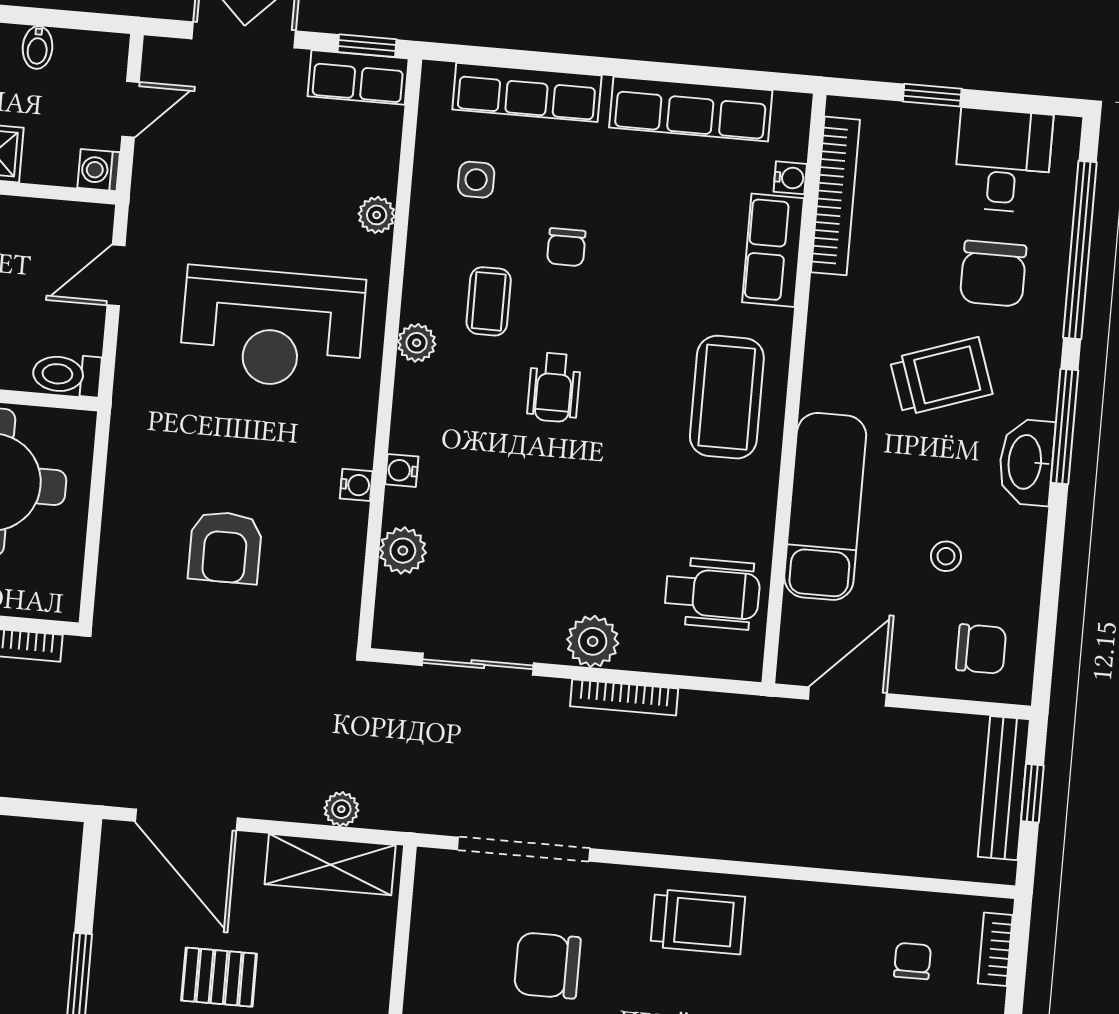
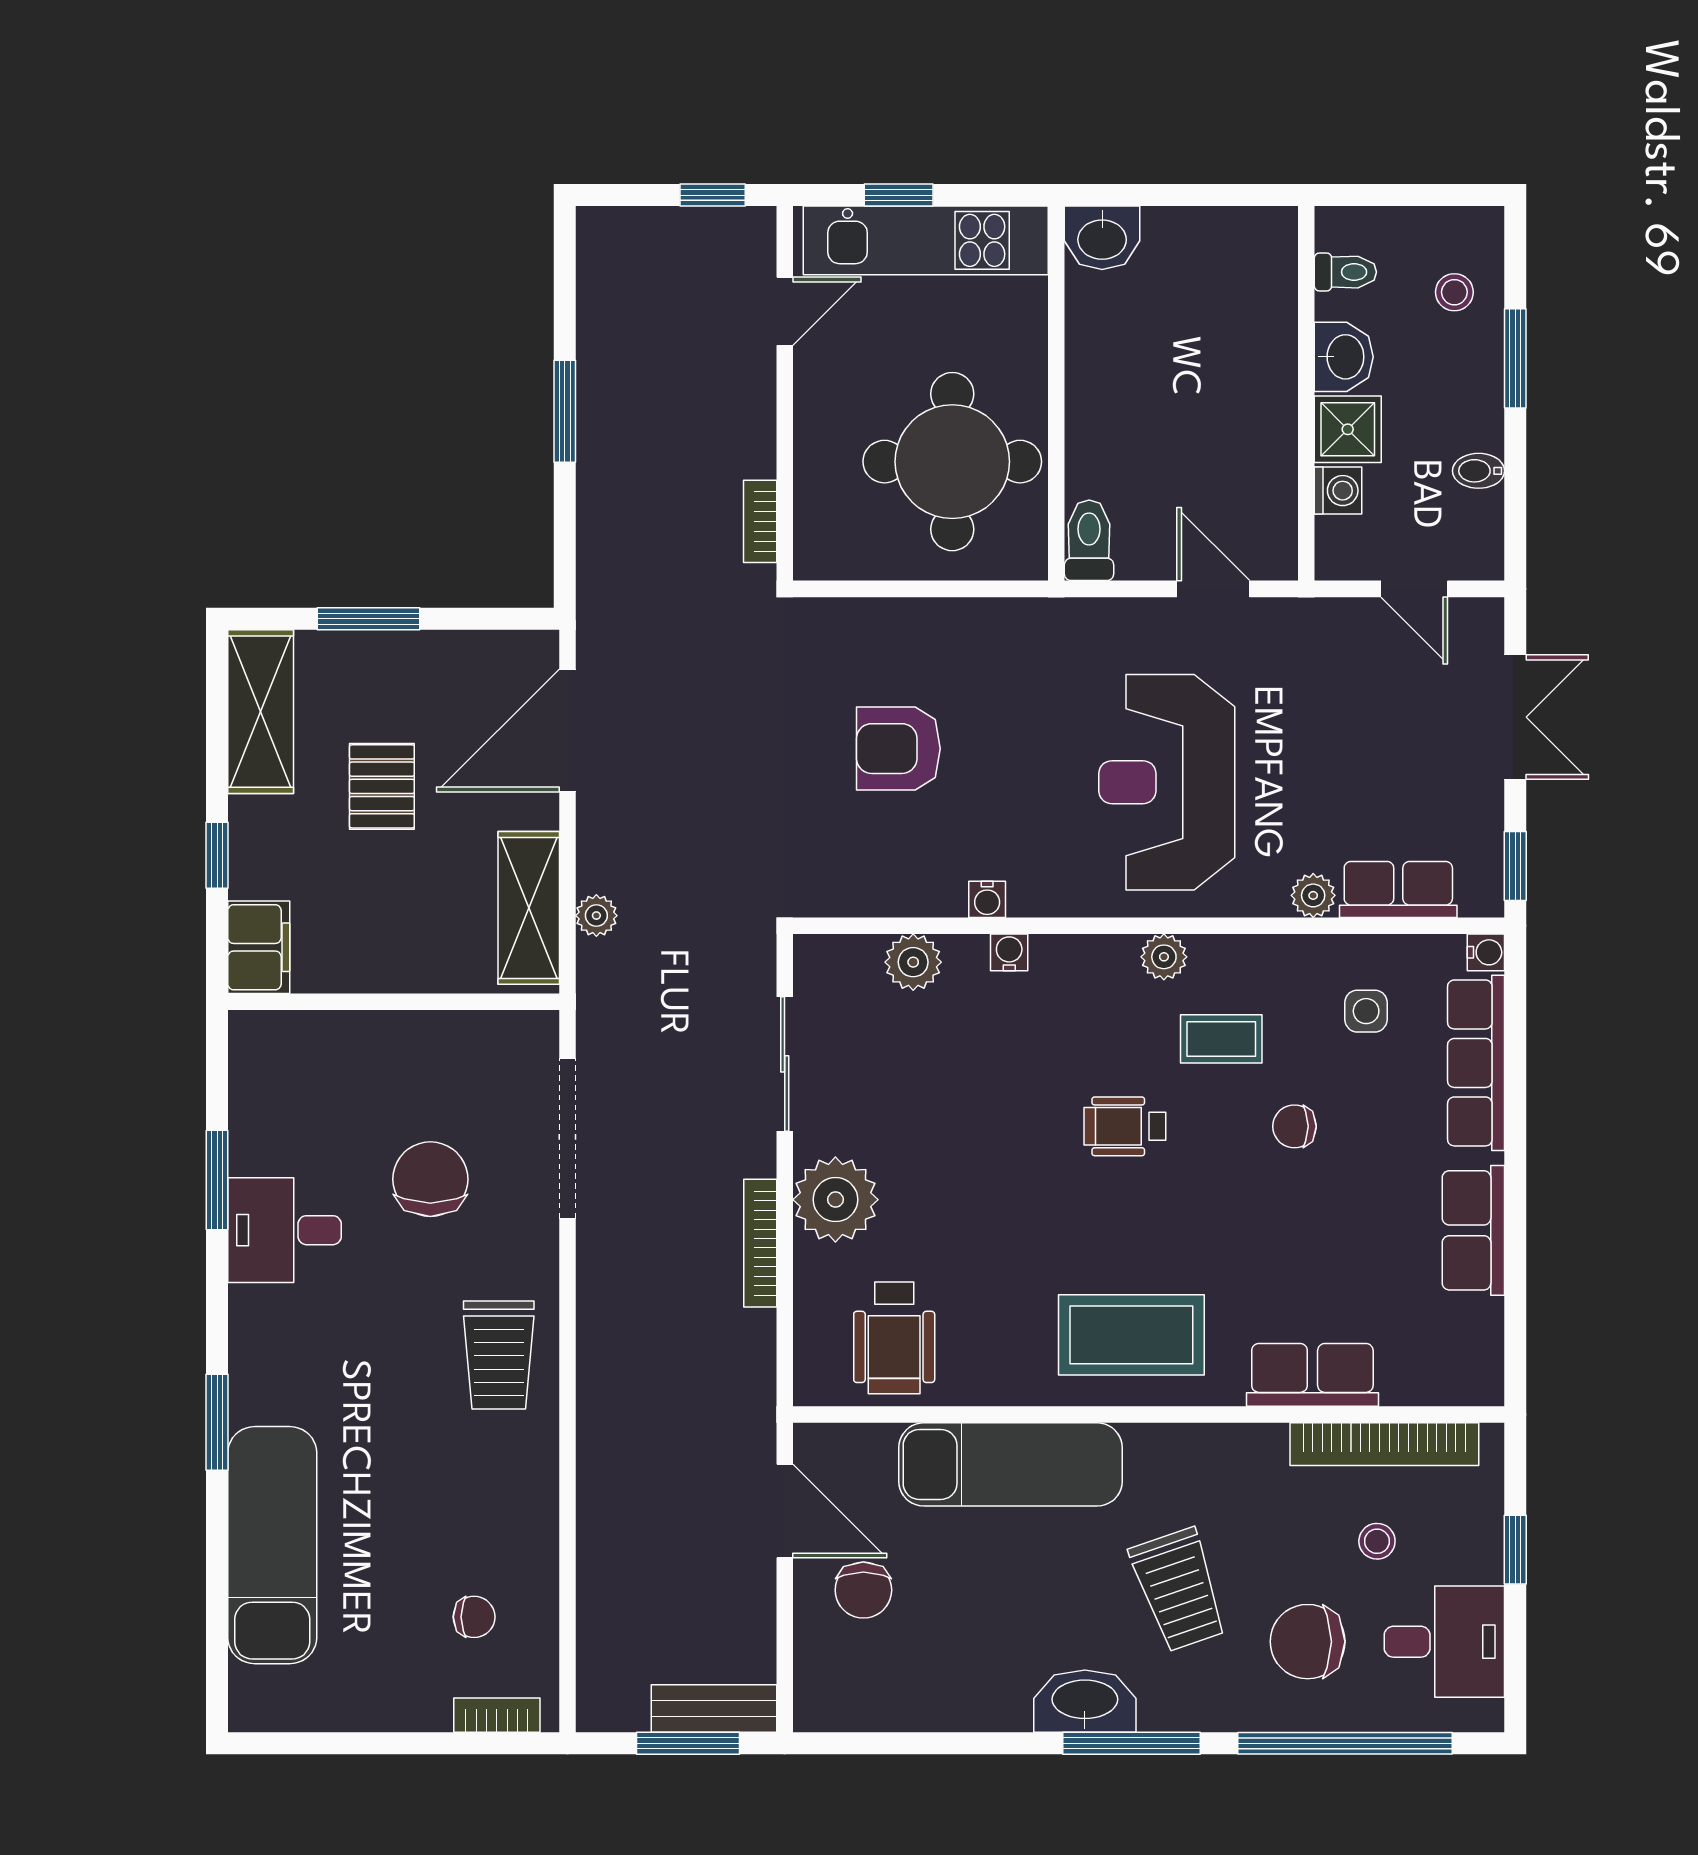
row of seats: (358, 77) -> (1398, 889), moved, turned 90
row of seats: (691, 109) -> (1473, 1230), width x0.68
washing machine: (99, 170) -> (1338, 491), moved, turned 90
water cooler: (790, 178) -> (1486, 952), moved, turned -90
stool: (946, 556) -> (1377, 1541), moved
plant: (593, 641) -> (835, 1200), width x1.36, depth x1.36
chair: (981, 649) -> (863, 1590), moved
bench: (1004, 788) -> (714, 1708), width x0.73
window: (1032, 793) -> (688, 1743), width x1.50

